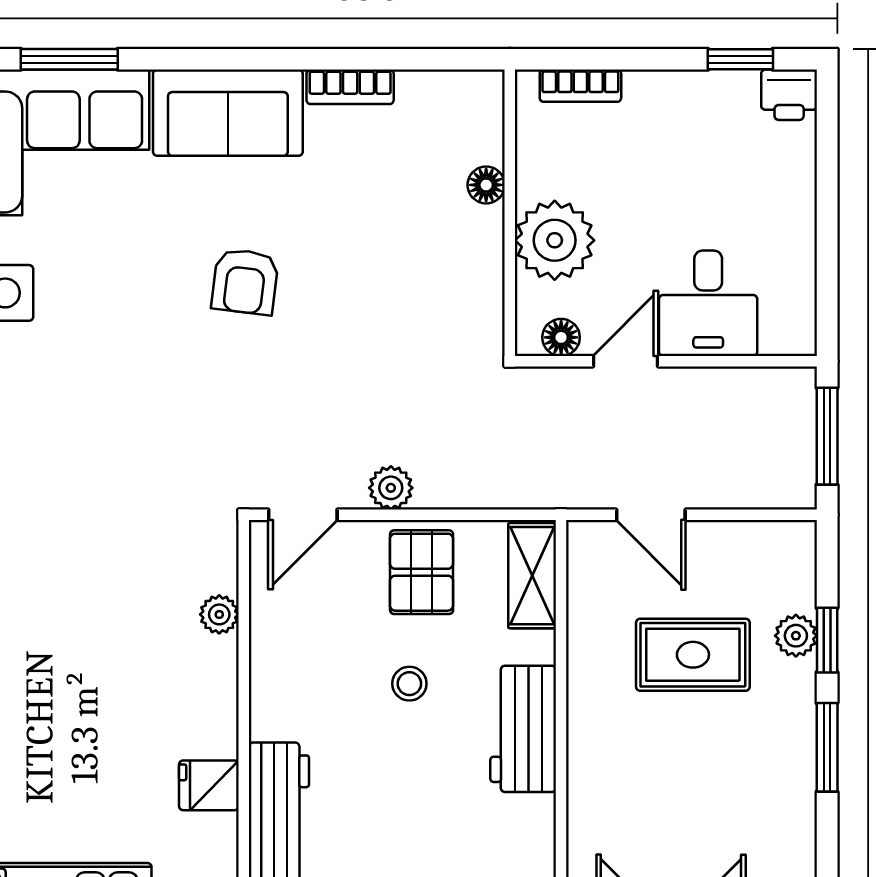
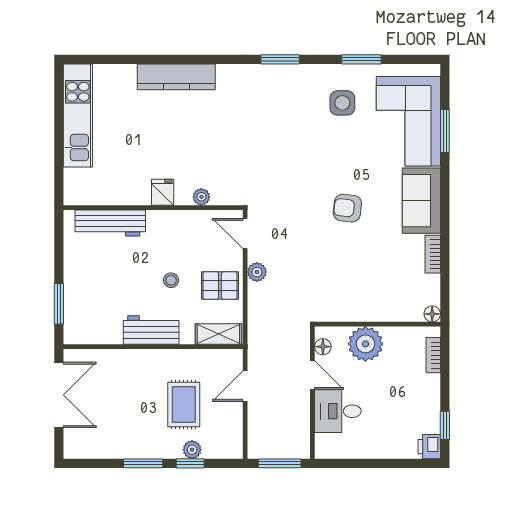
floor lamp: (486, 185) -> (432, 314), moved
fridge: (209, 785) -> (163, 192), moved

